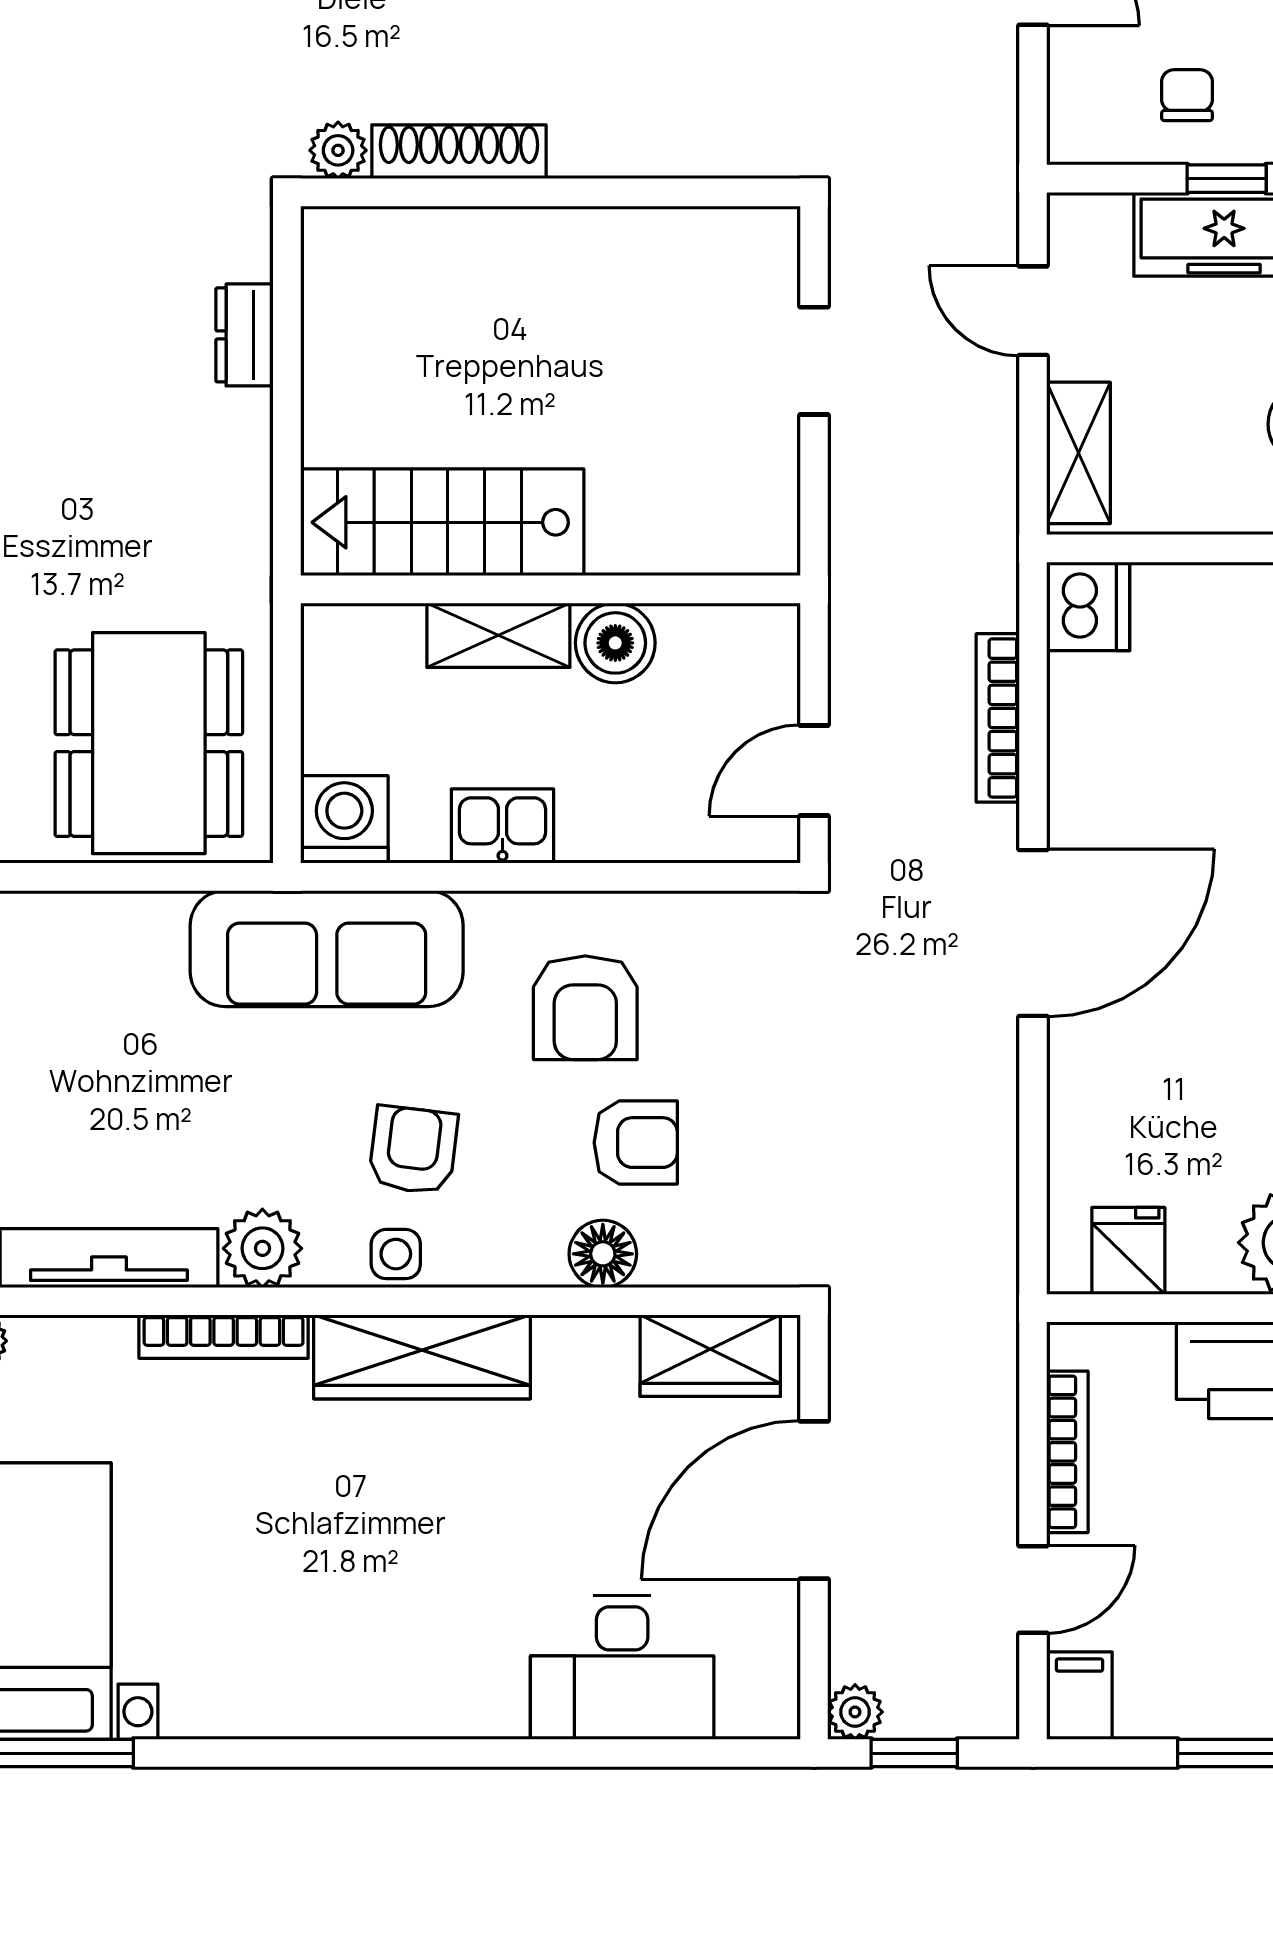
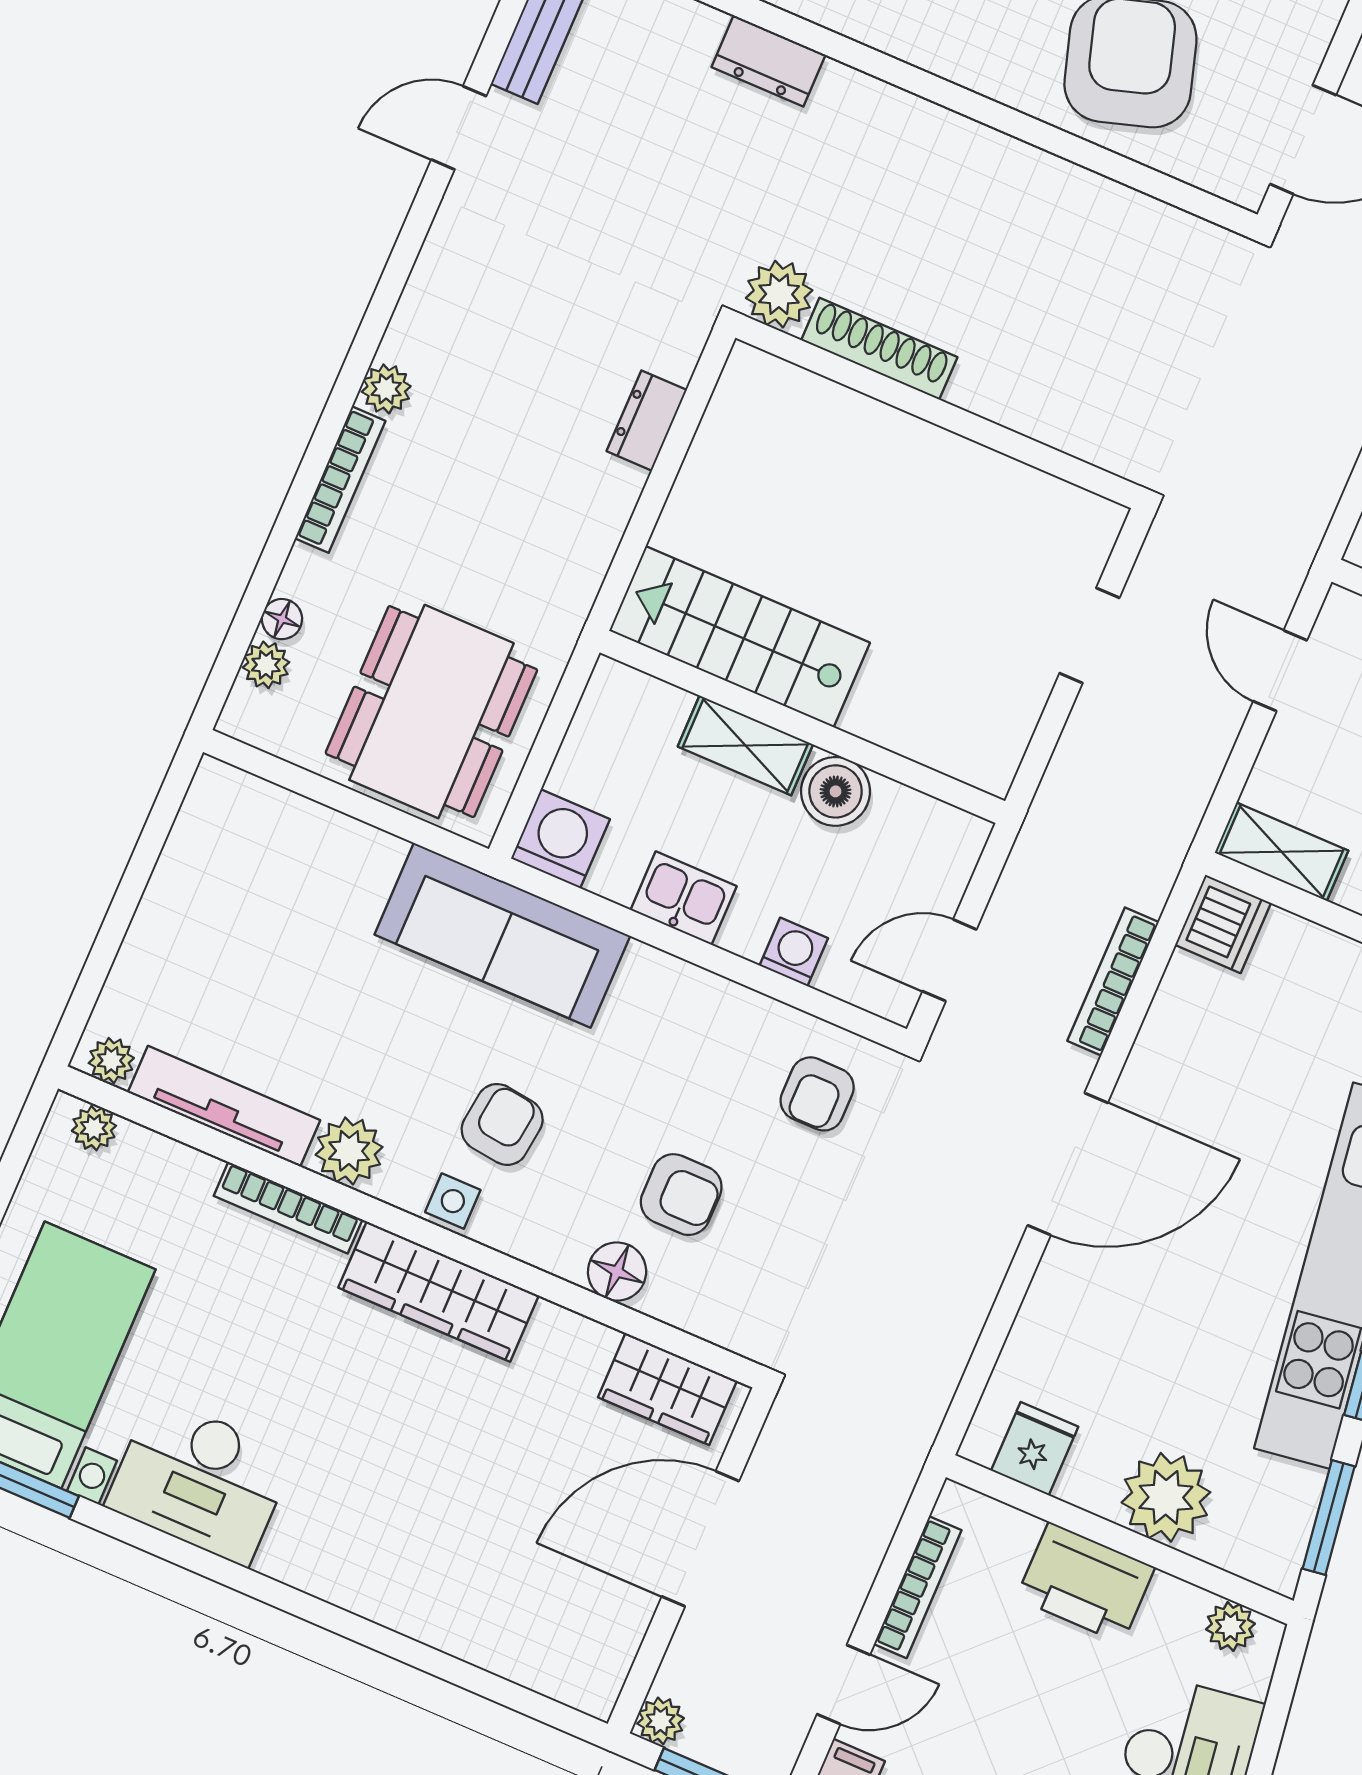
plant: (338, 150) -> (779, 294), width x1.38, depth x1.38
shelving: (1079, 453) -> (1282, 852), moved, turned 90
washing machine: (644, 833) -> (794, 952), added
armchair: (585, 1008) -> (817, 1094), moved, width x0.72, depth x0.72
desk: (622, 1667) -> (200, 1481), moved

